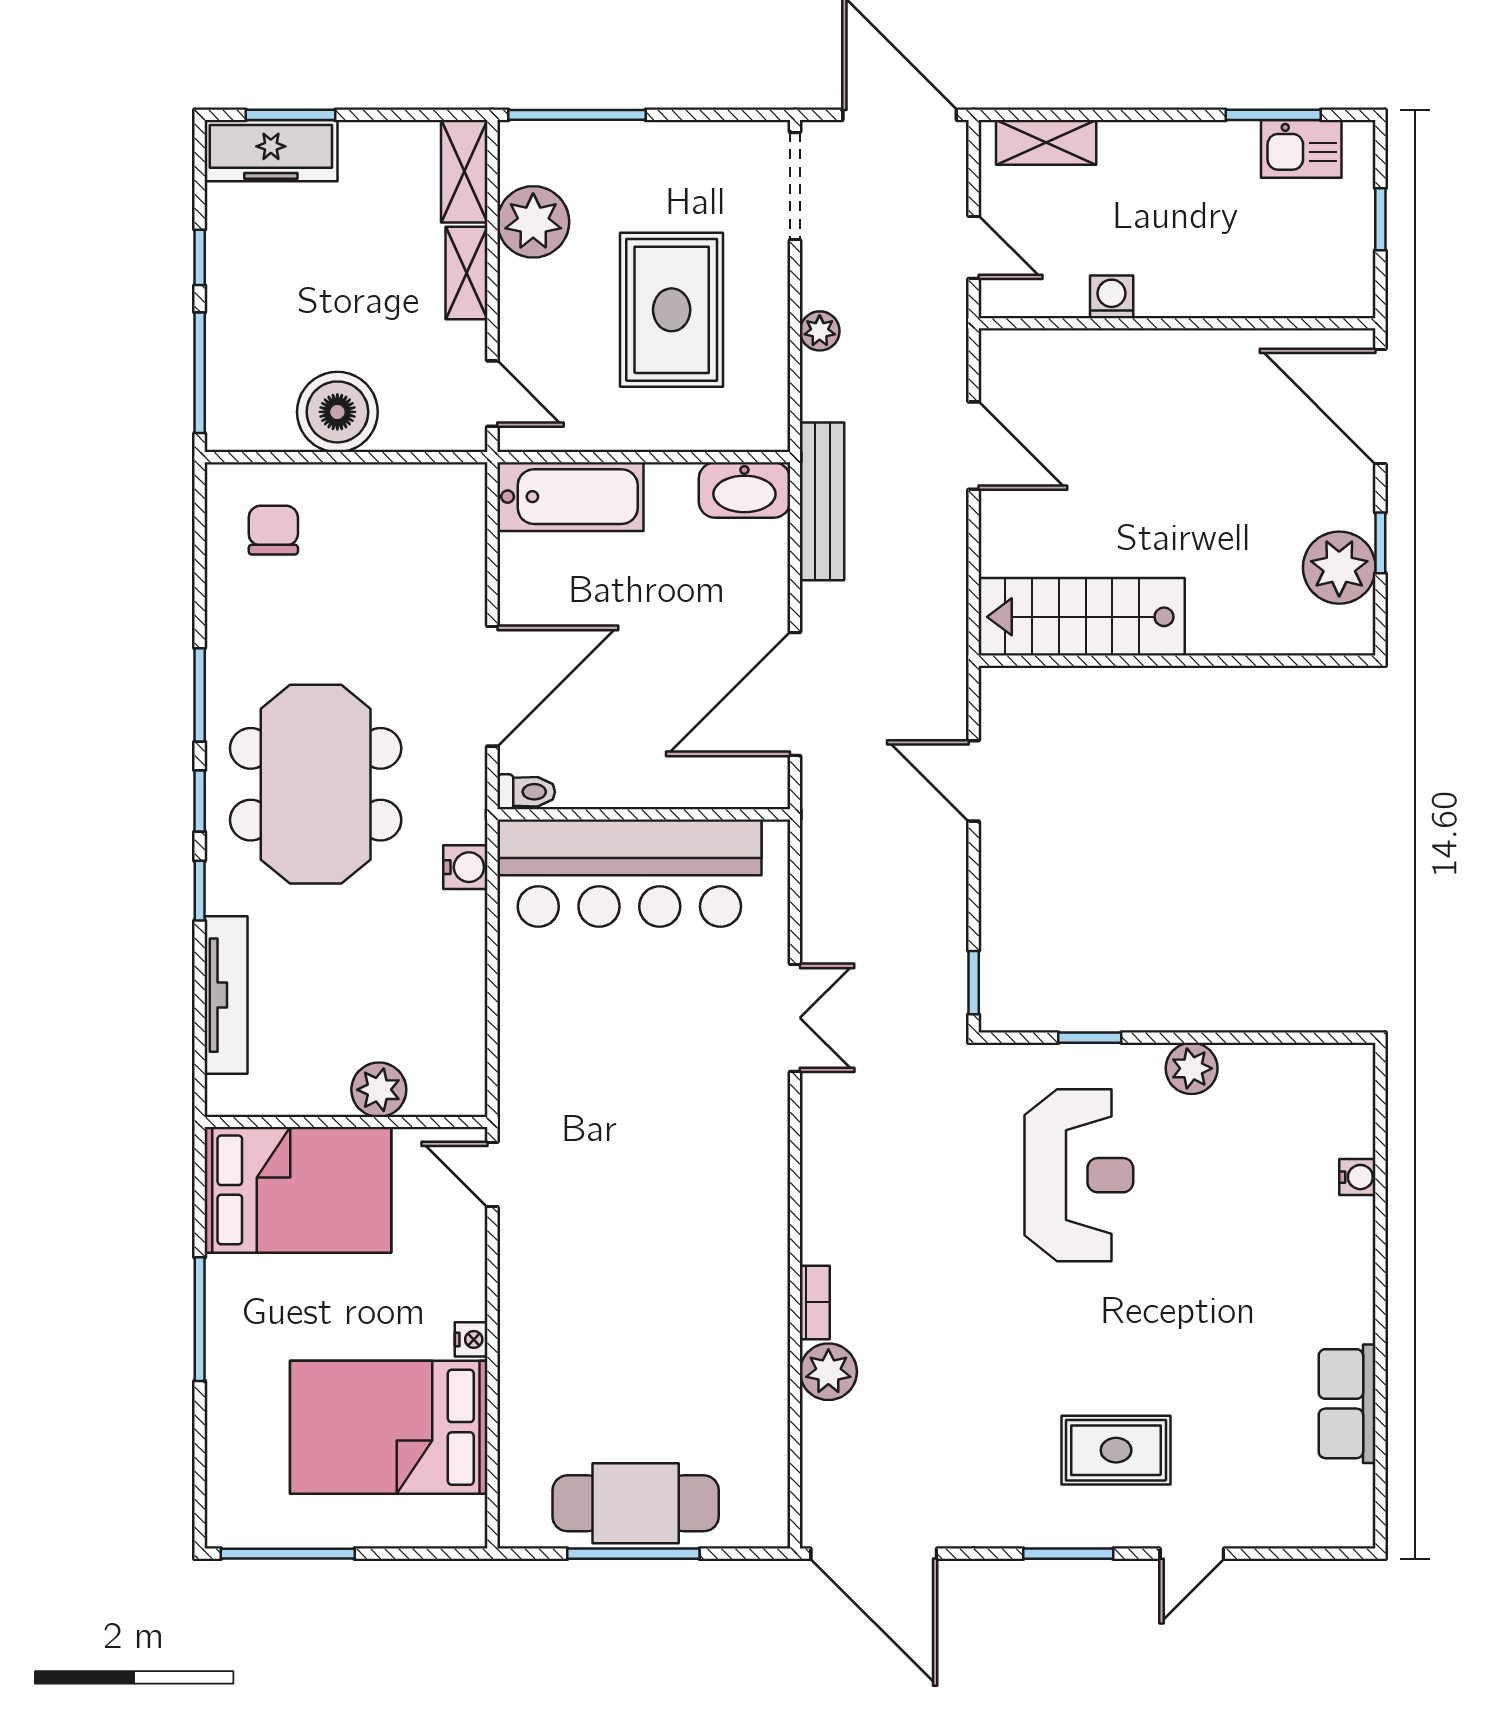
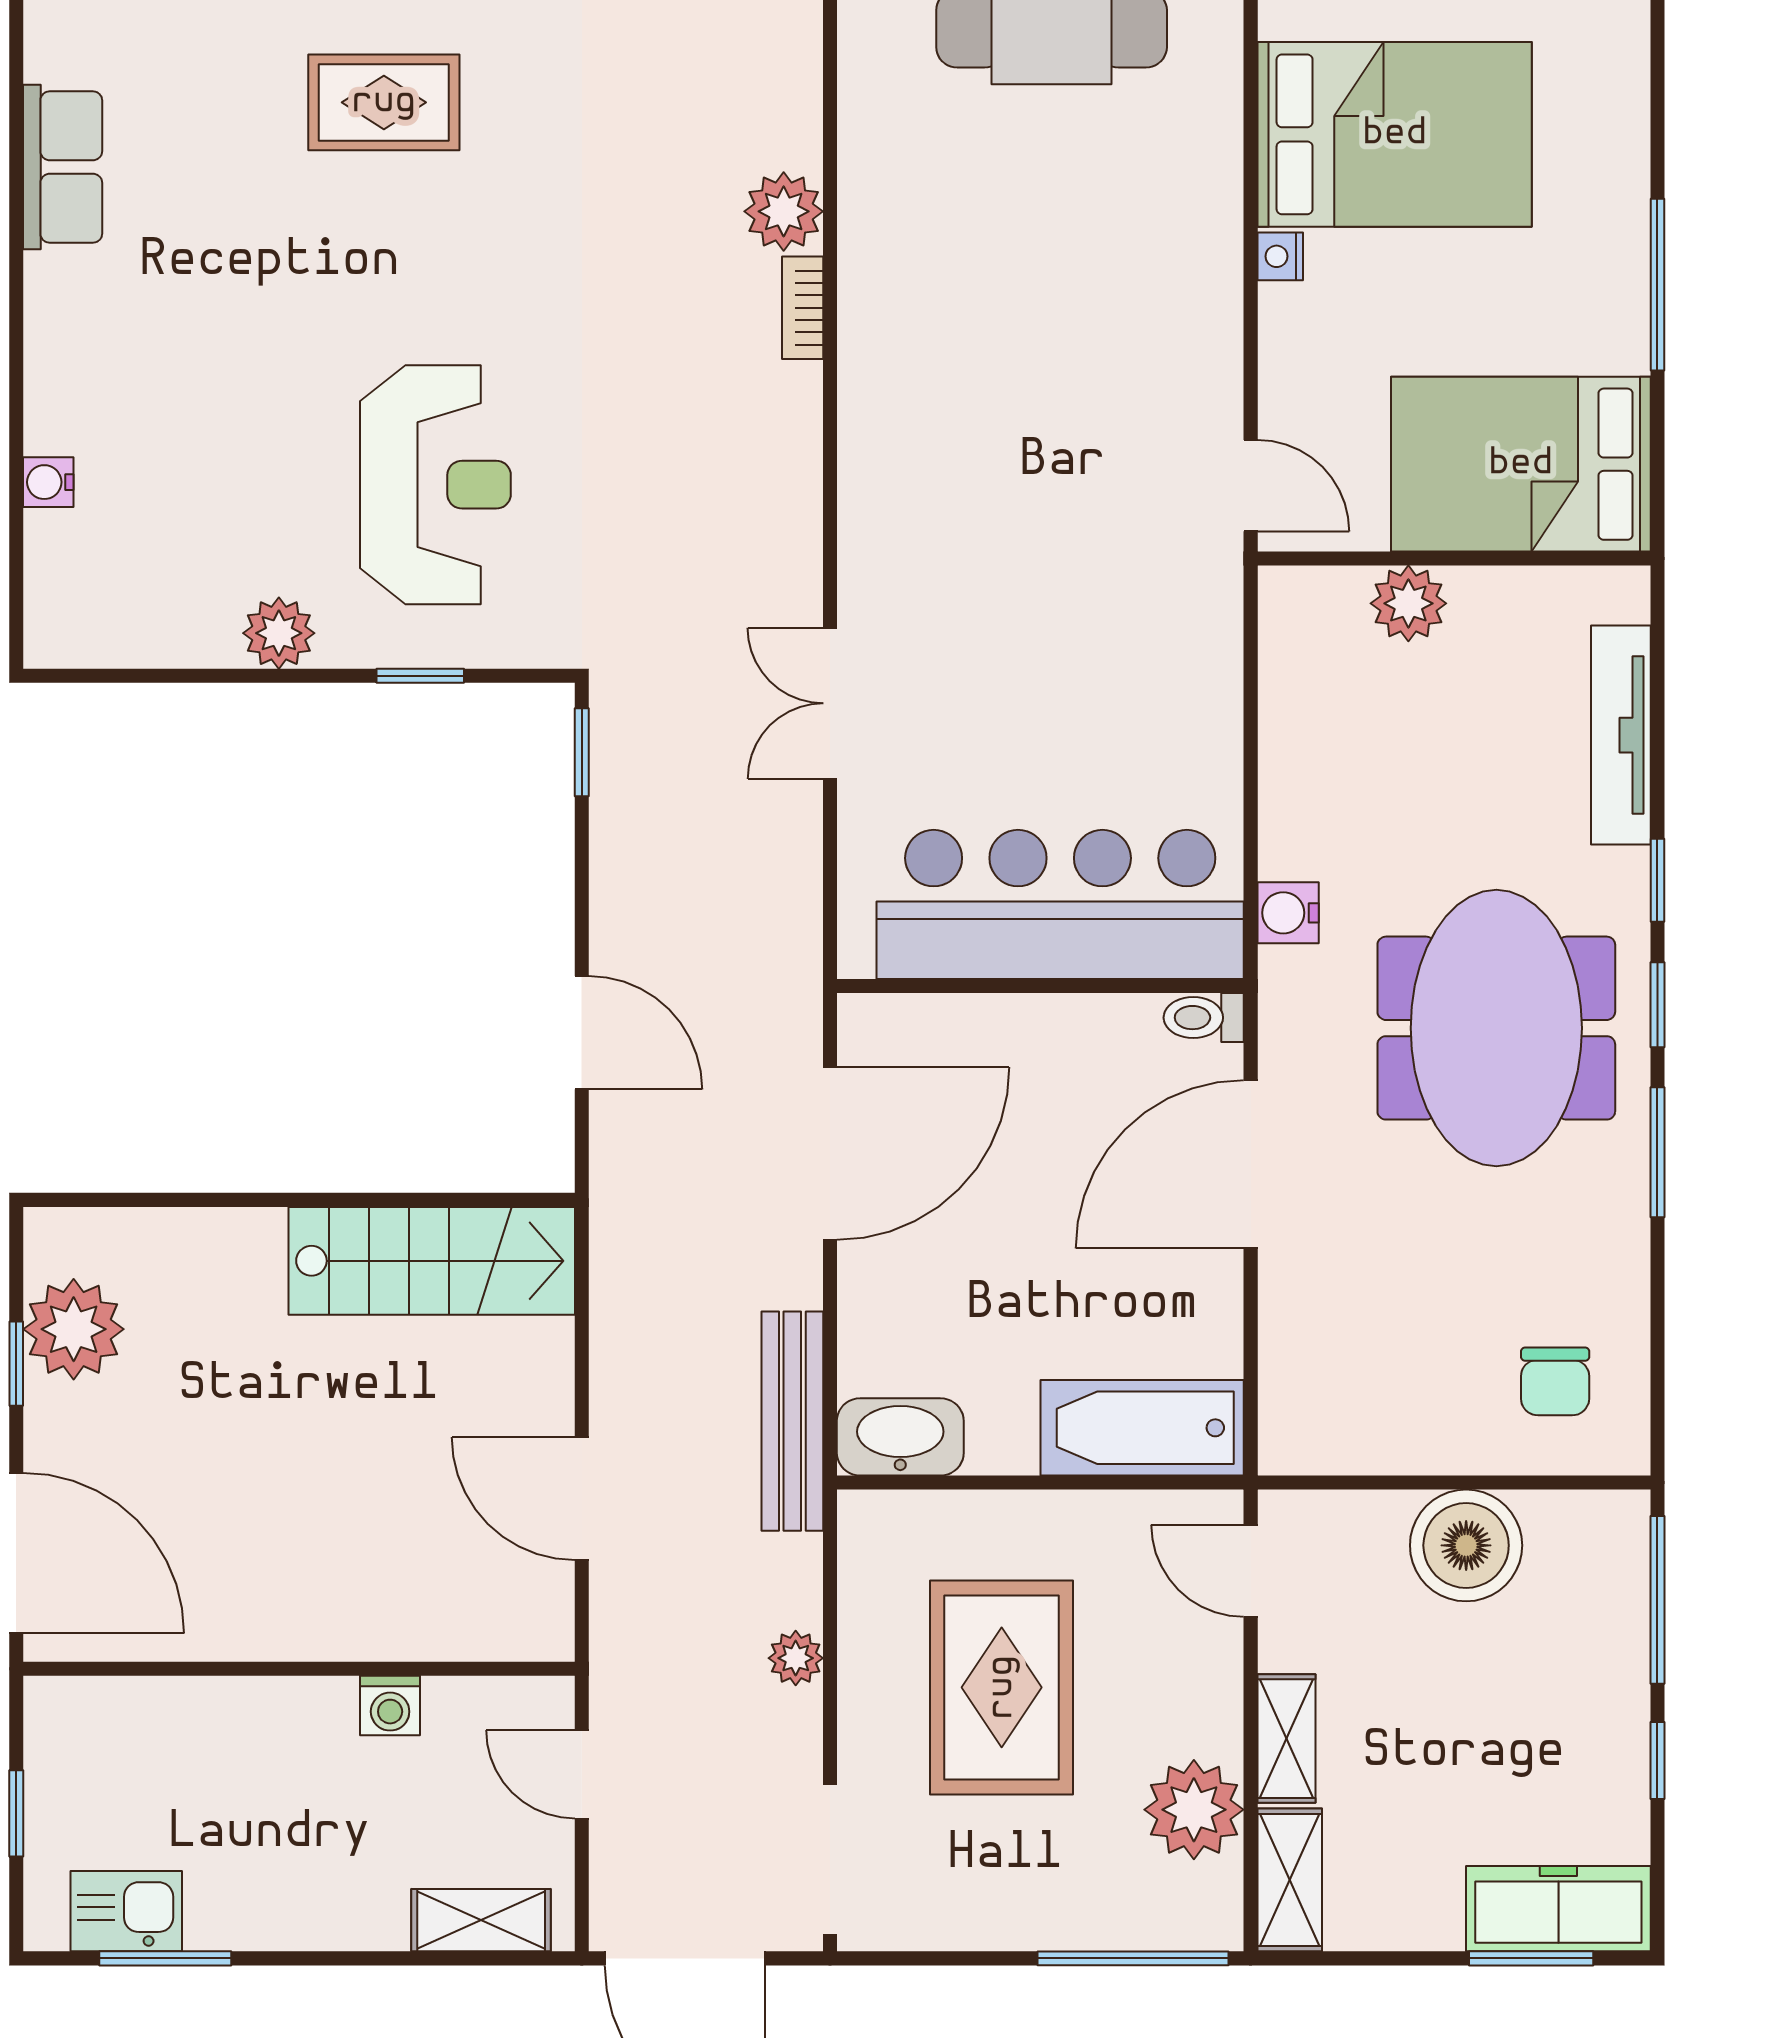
reception desk: (1079, 1175) -> (435, 485), turned 180

